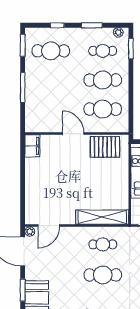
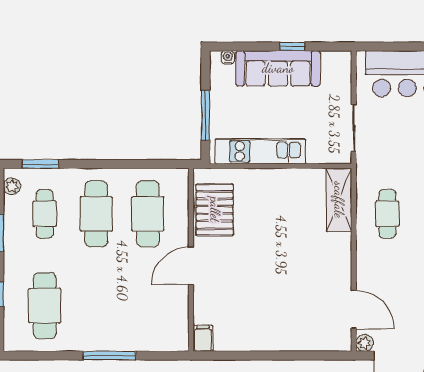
window: (23, 45) -> (35, 356), removed
filing cabinet: (32, 146) -> (203, 338), width x0.50
shelving: (102, 217) -> (339, 200), width x0.68

